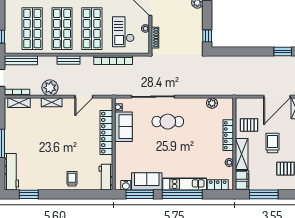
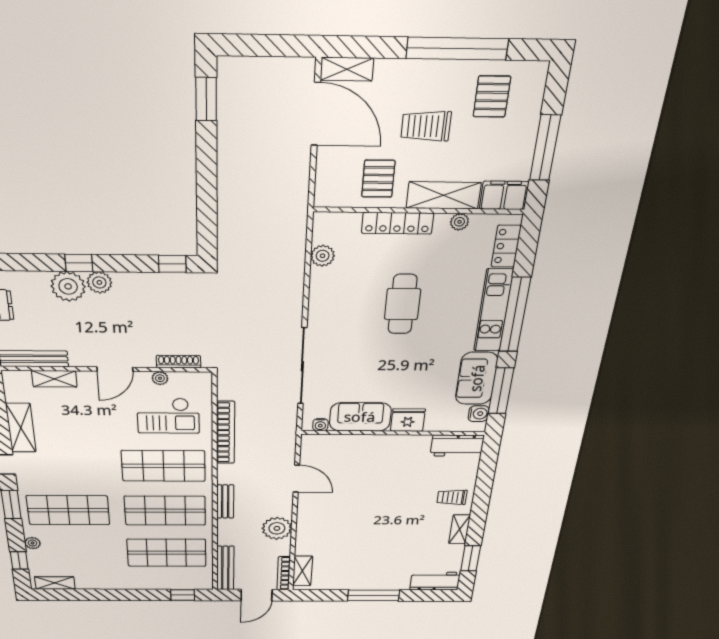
shelving: (52, 102) -> (460, 529), moved
cafe table: (168, 122) -> (402, 304), moved
locker: (106, 133) -> (369, 444), removed
fridge: (122, 151) -> (408, 420), added
workbench: (11, 172) -> (435, 581), width x0.73

